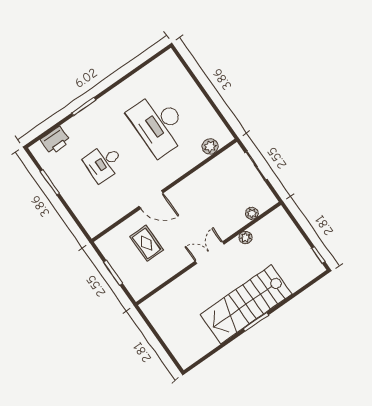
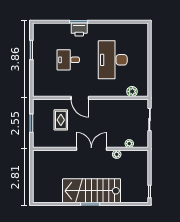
printer: (56, 140) -> (79, 29), moved
double door: (210, 253) -> (91, 149), width x1.37

